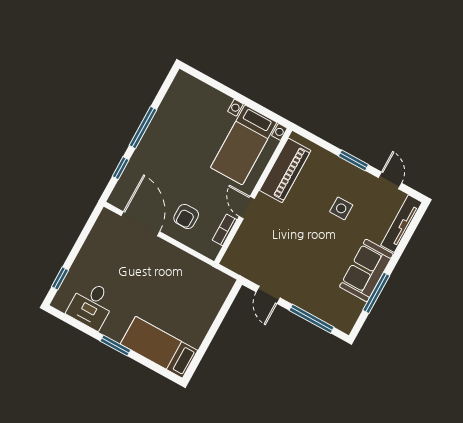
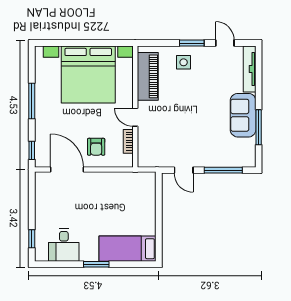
bed with nightstands: (244, 145) -> (88, 75), width x1.85
window: (121, 168) -> (32, 150), moved
side table: (341, 208) -> (184, 62), moved

